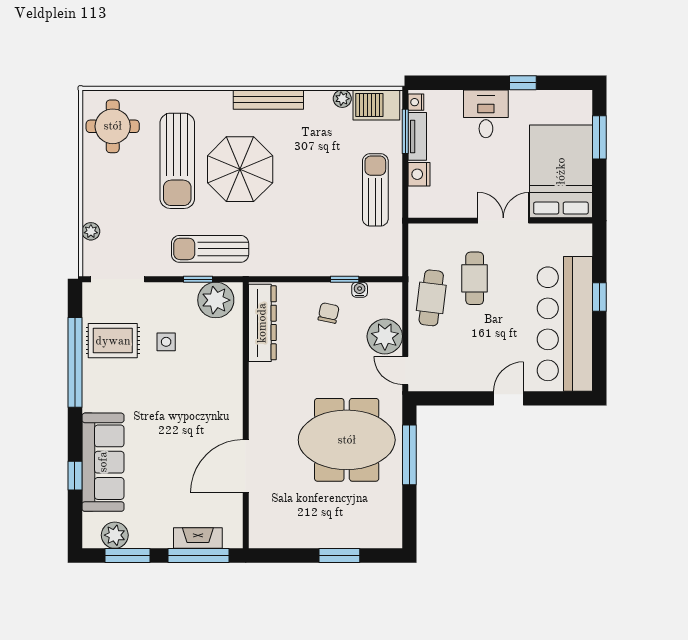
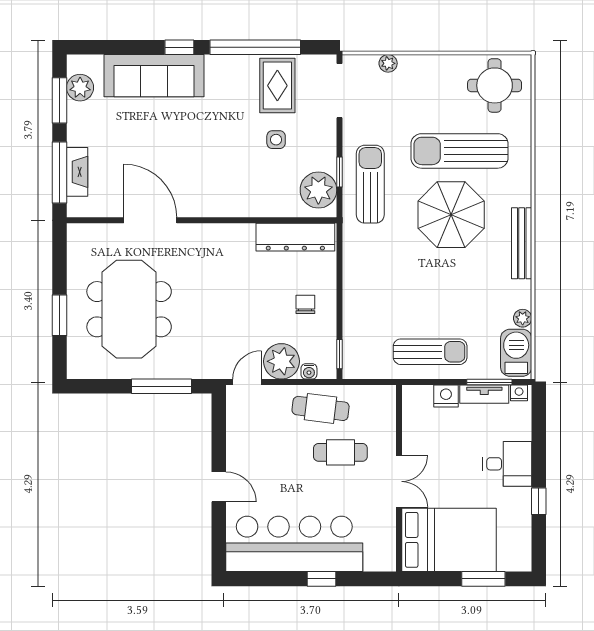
window: (345, 279) -> (340, 354), moved
water cooler: (360, 290) -> (309, 371), moved, turned 90
chair: (329, 313) -> (305, 304), turned -102
meeting table: (347, 440) -> (129, 309), moved
window: (75, 476) -> (179, 47), moved

